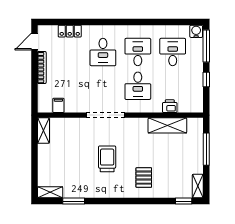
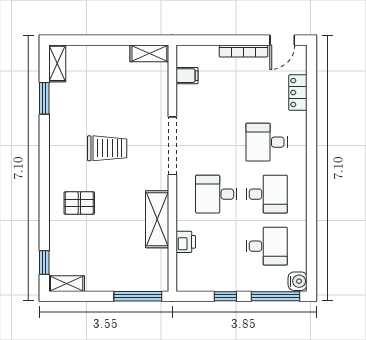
door: (35, 41) -> (282, 40), swing flipped
shelving: (167, 125) -> (157, 219), moved
window: (206, 149) -> (138, 296), moved

